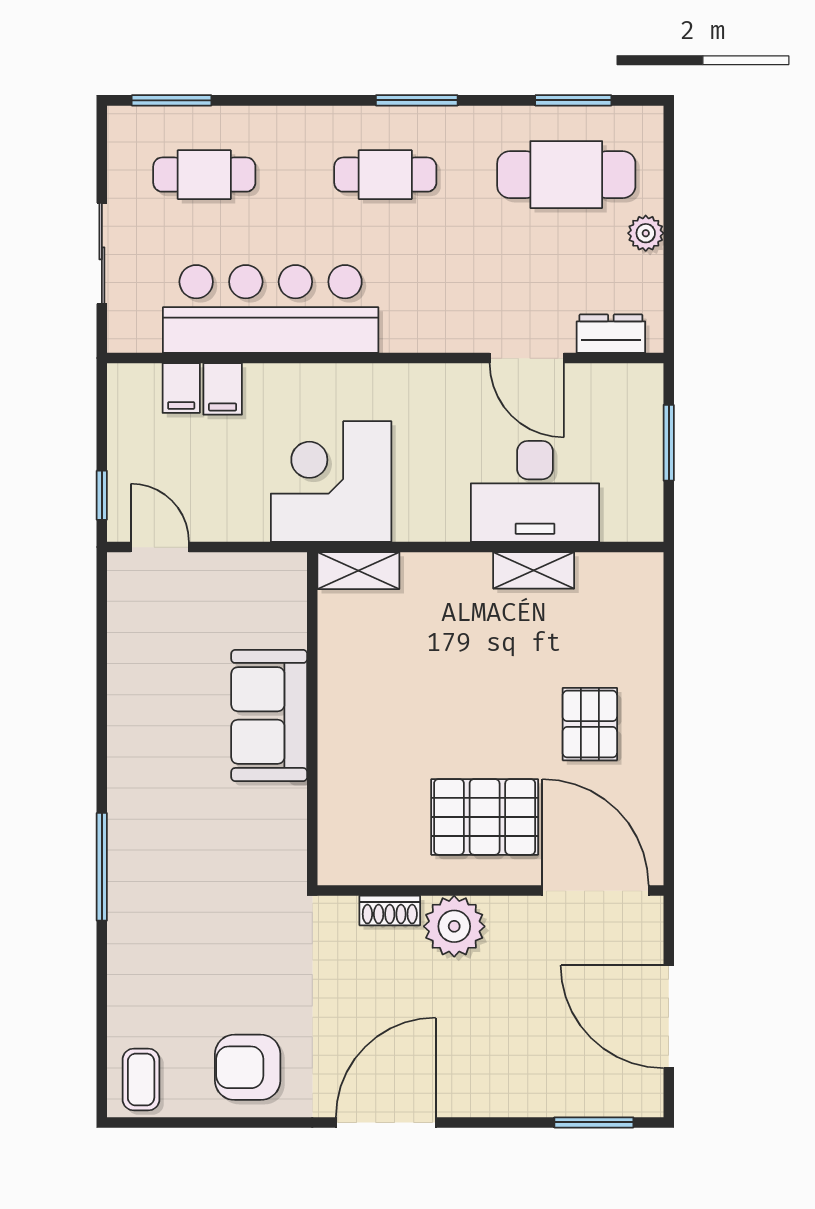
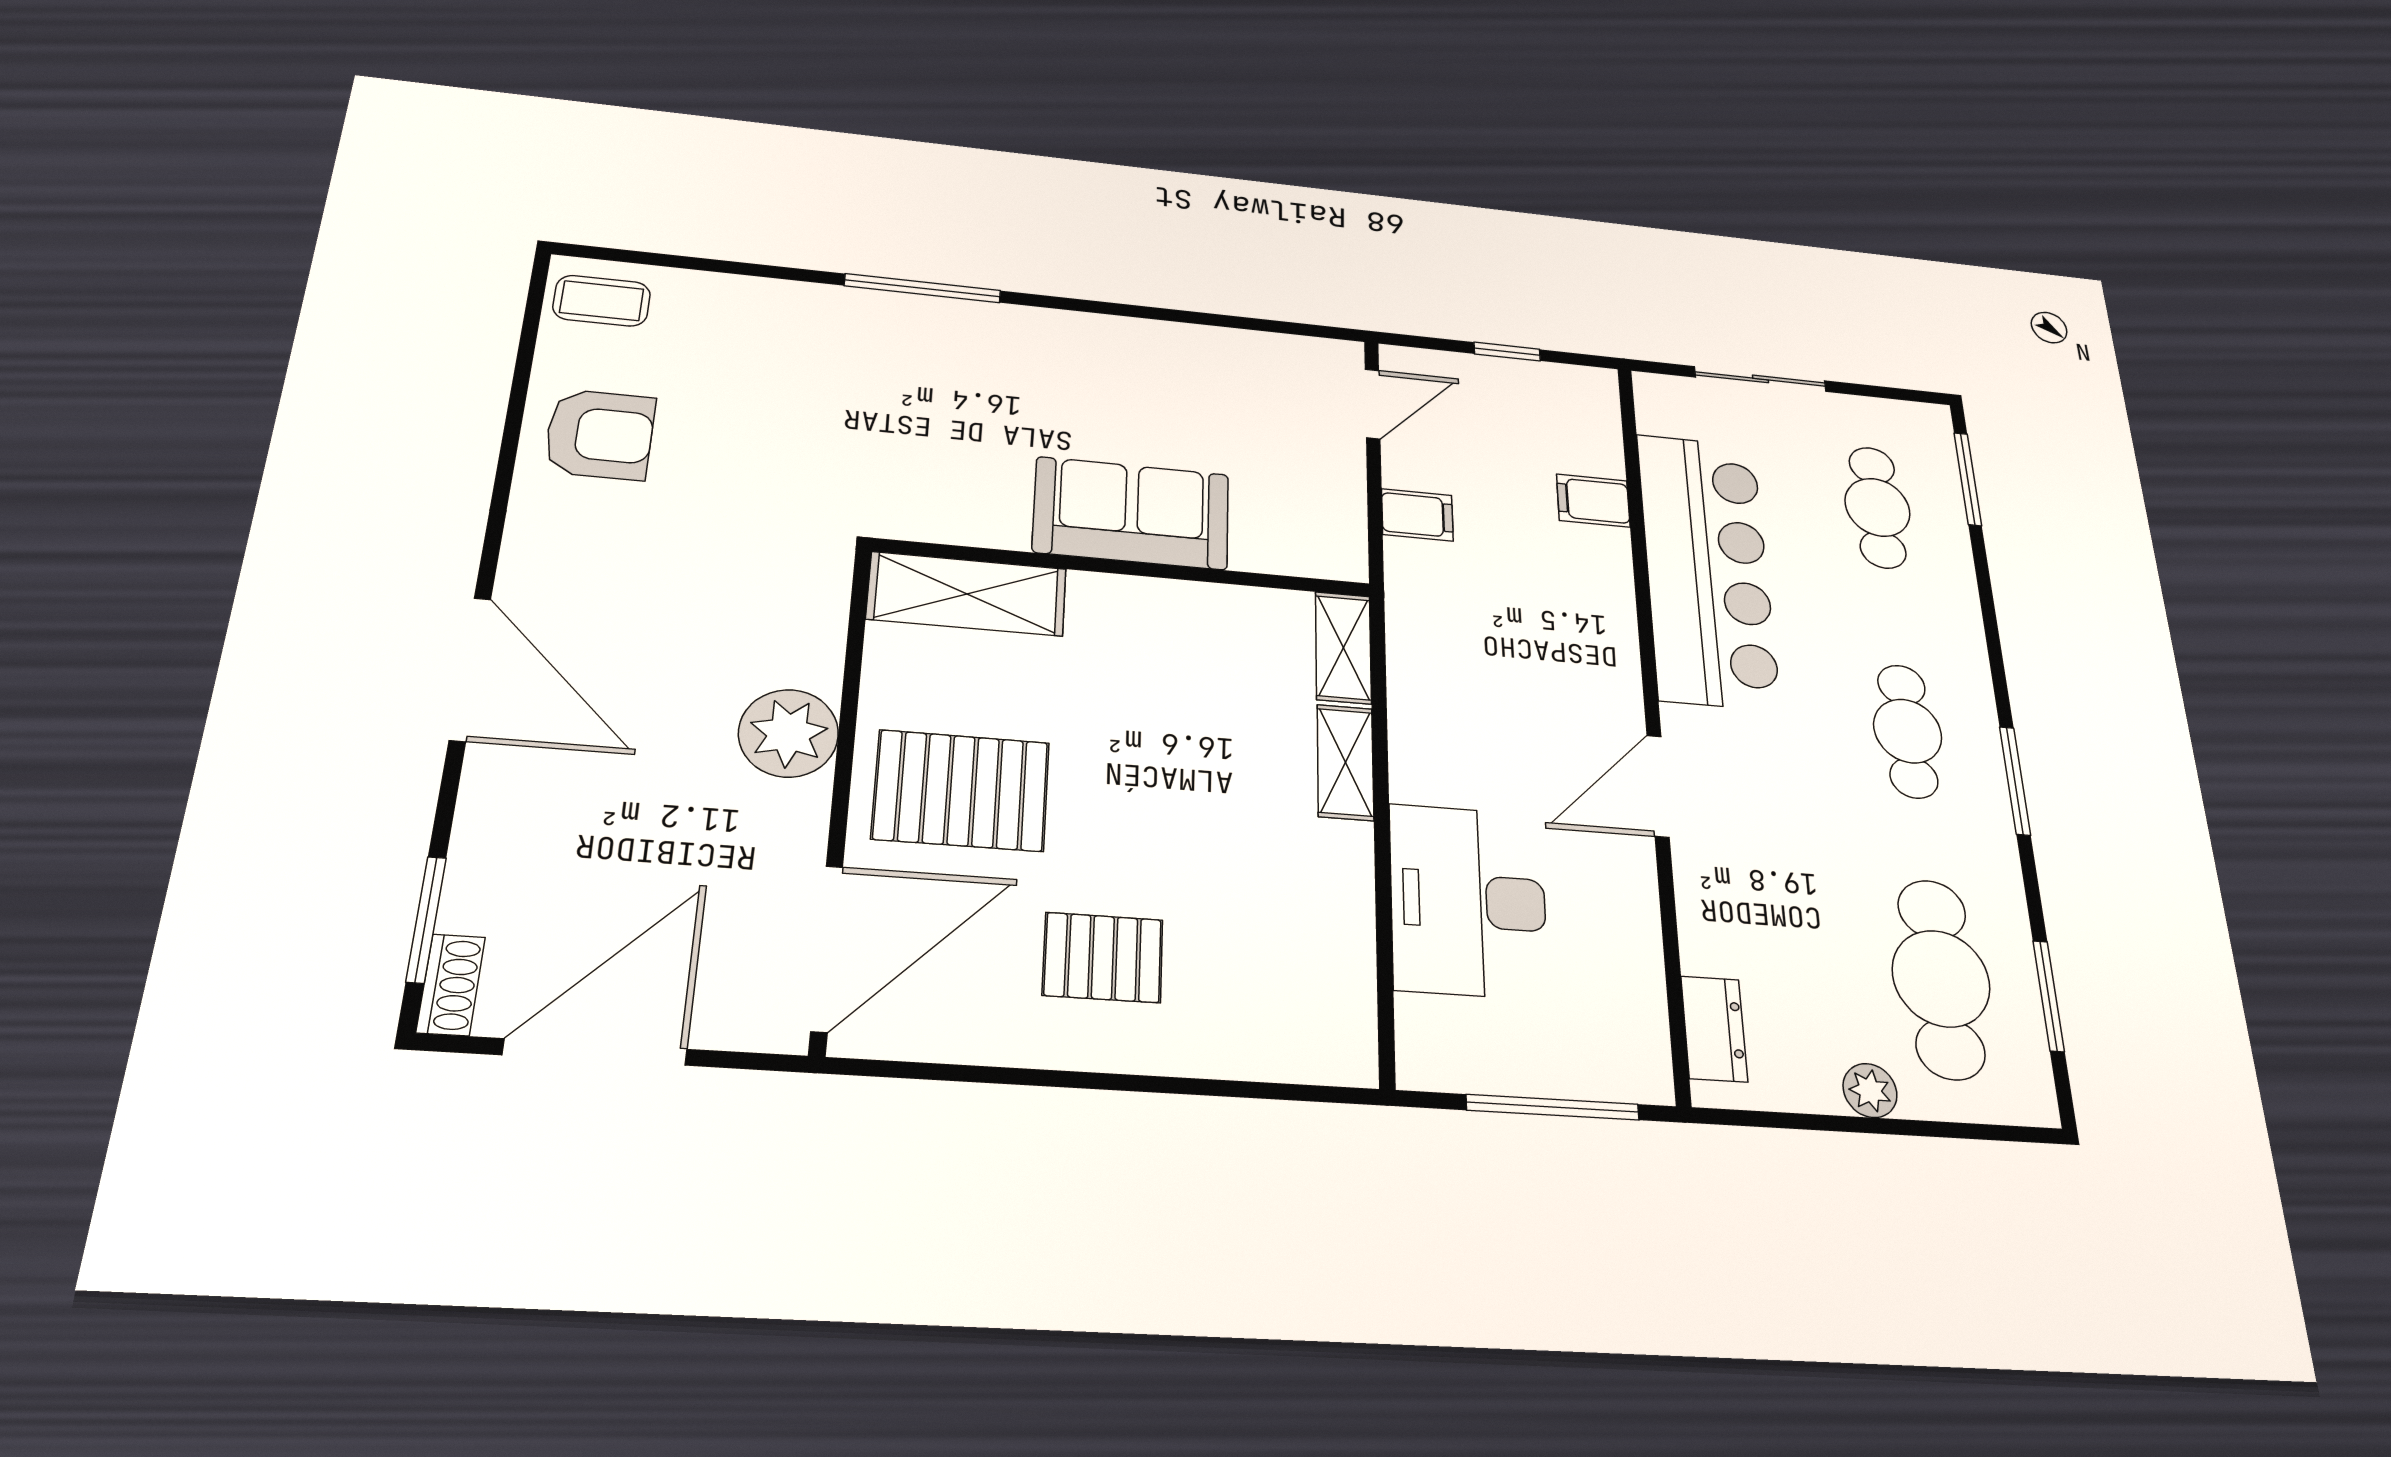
door: (527, 358) -> (1658, 786), moved
filing cabinet: (181, 388) -> (1417, 515), moved, turned 180
window: (669, 443) -> (1553, 1107), width x1.44
corner desk: (331, 482) -> (1471, 623), removed
window: (102, 495) -> (1507, 352), moved
shelving: (534, 570) -> (1345, 762), moved
pallet: (485, 817) -> (961, 790), turned 90
shelving: (343, 822) -> (967, 594), added
shoe rack: (390, 910) -> (451, 985), moved, turned 180
armchair: (248, 1067) -> (600, 434), turned 90
door: (386, 1122) -> (470, 669), moved

